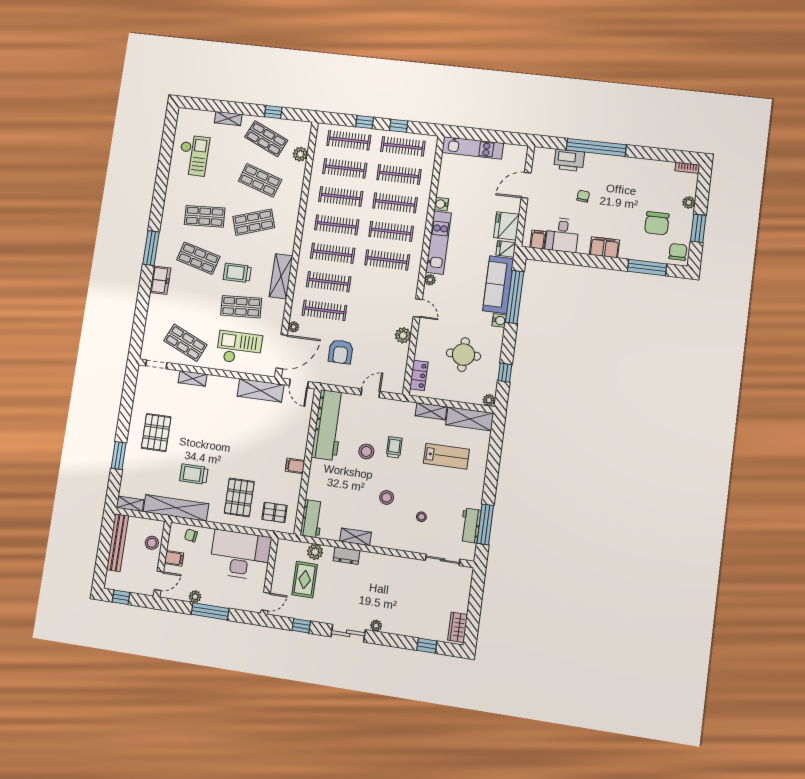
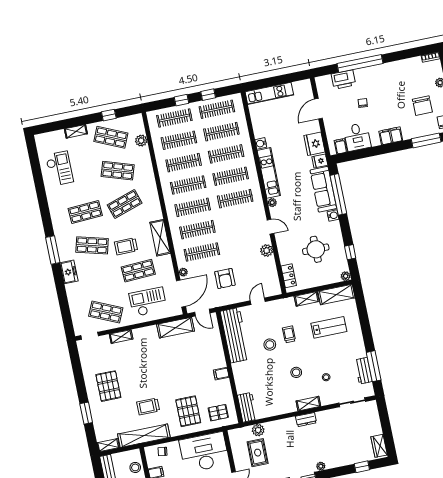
shelving: (355, 537) -> (308, 404), moved
dresser: (346, 556) -> (306, 420), moved

